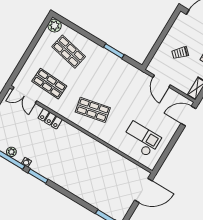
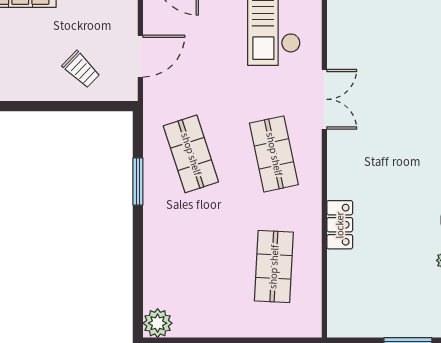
shop shelf: (69, 52) -> (191, 154), moved, turned -30
trolley: (180, 53) -> (81, 69), moved
double door: (25, 95) -> (324, 99), moved

